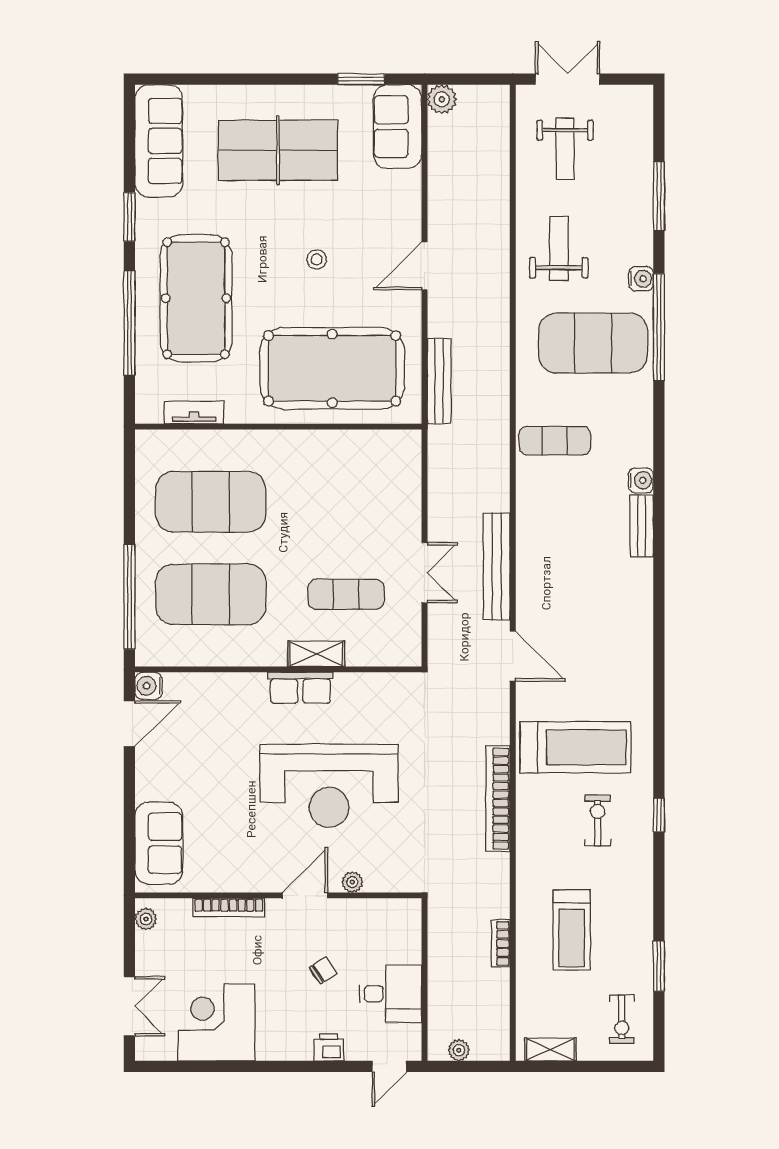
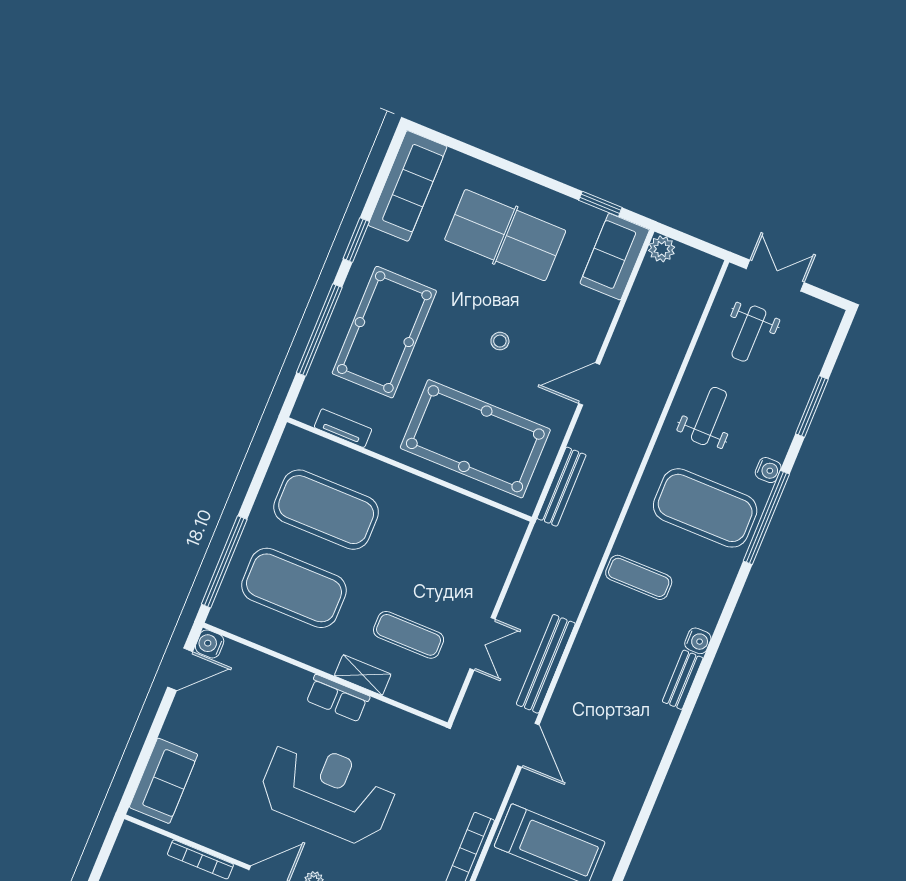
reception desk: (329, 786) -> (328, 791), turned 180
plant: (146, 919) -> (126, 840), removed

